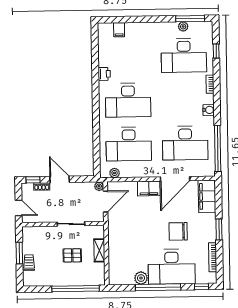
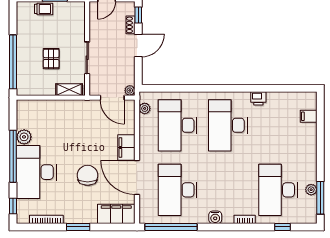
chair: (178, 231) -> (88, 175), moved
shelving: (99, 250) -> (69, 90), moved

